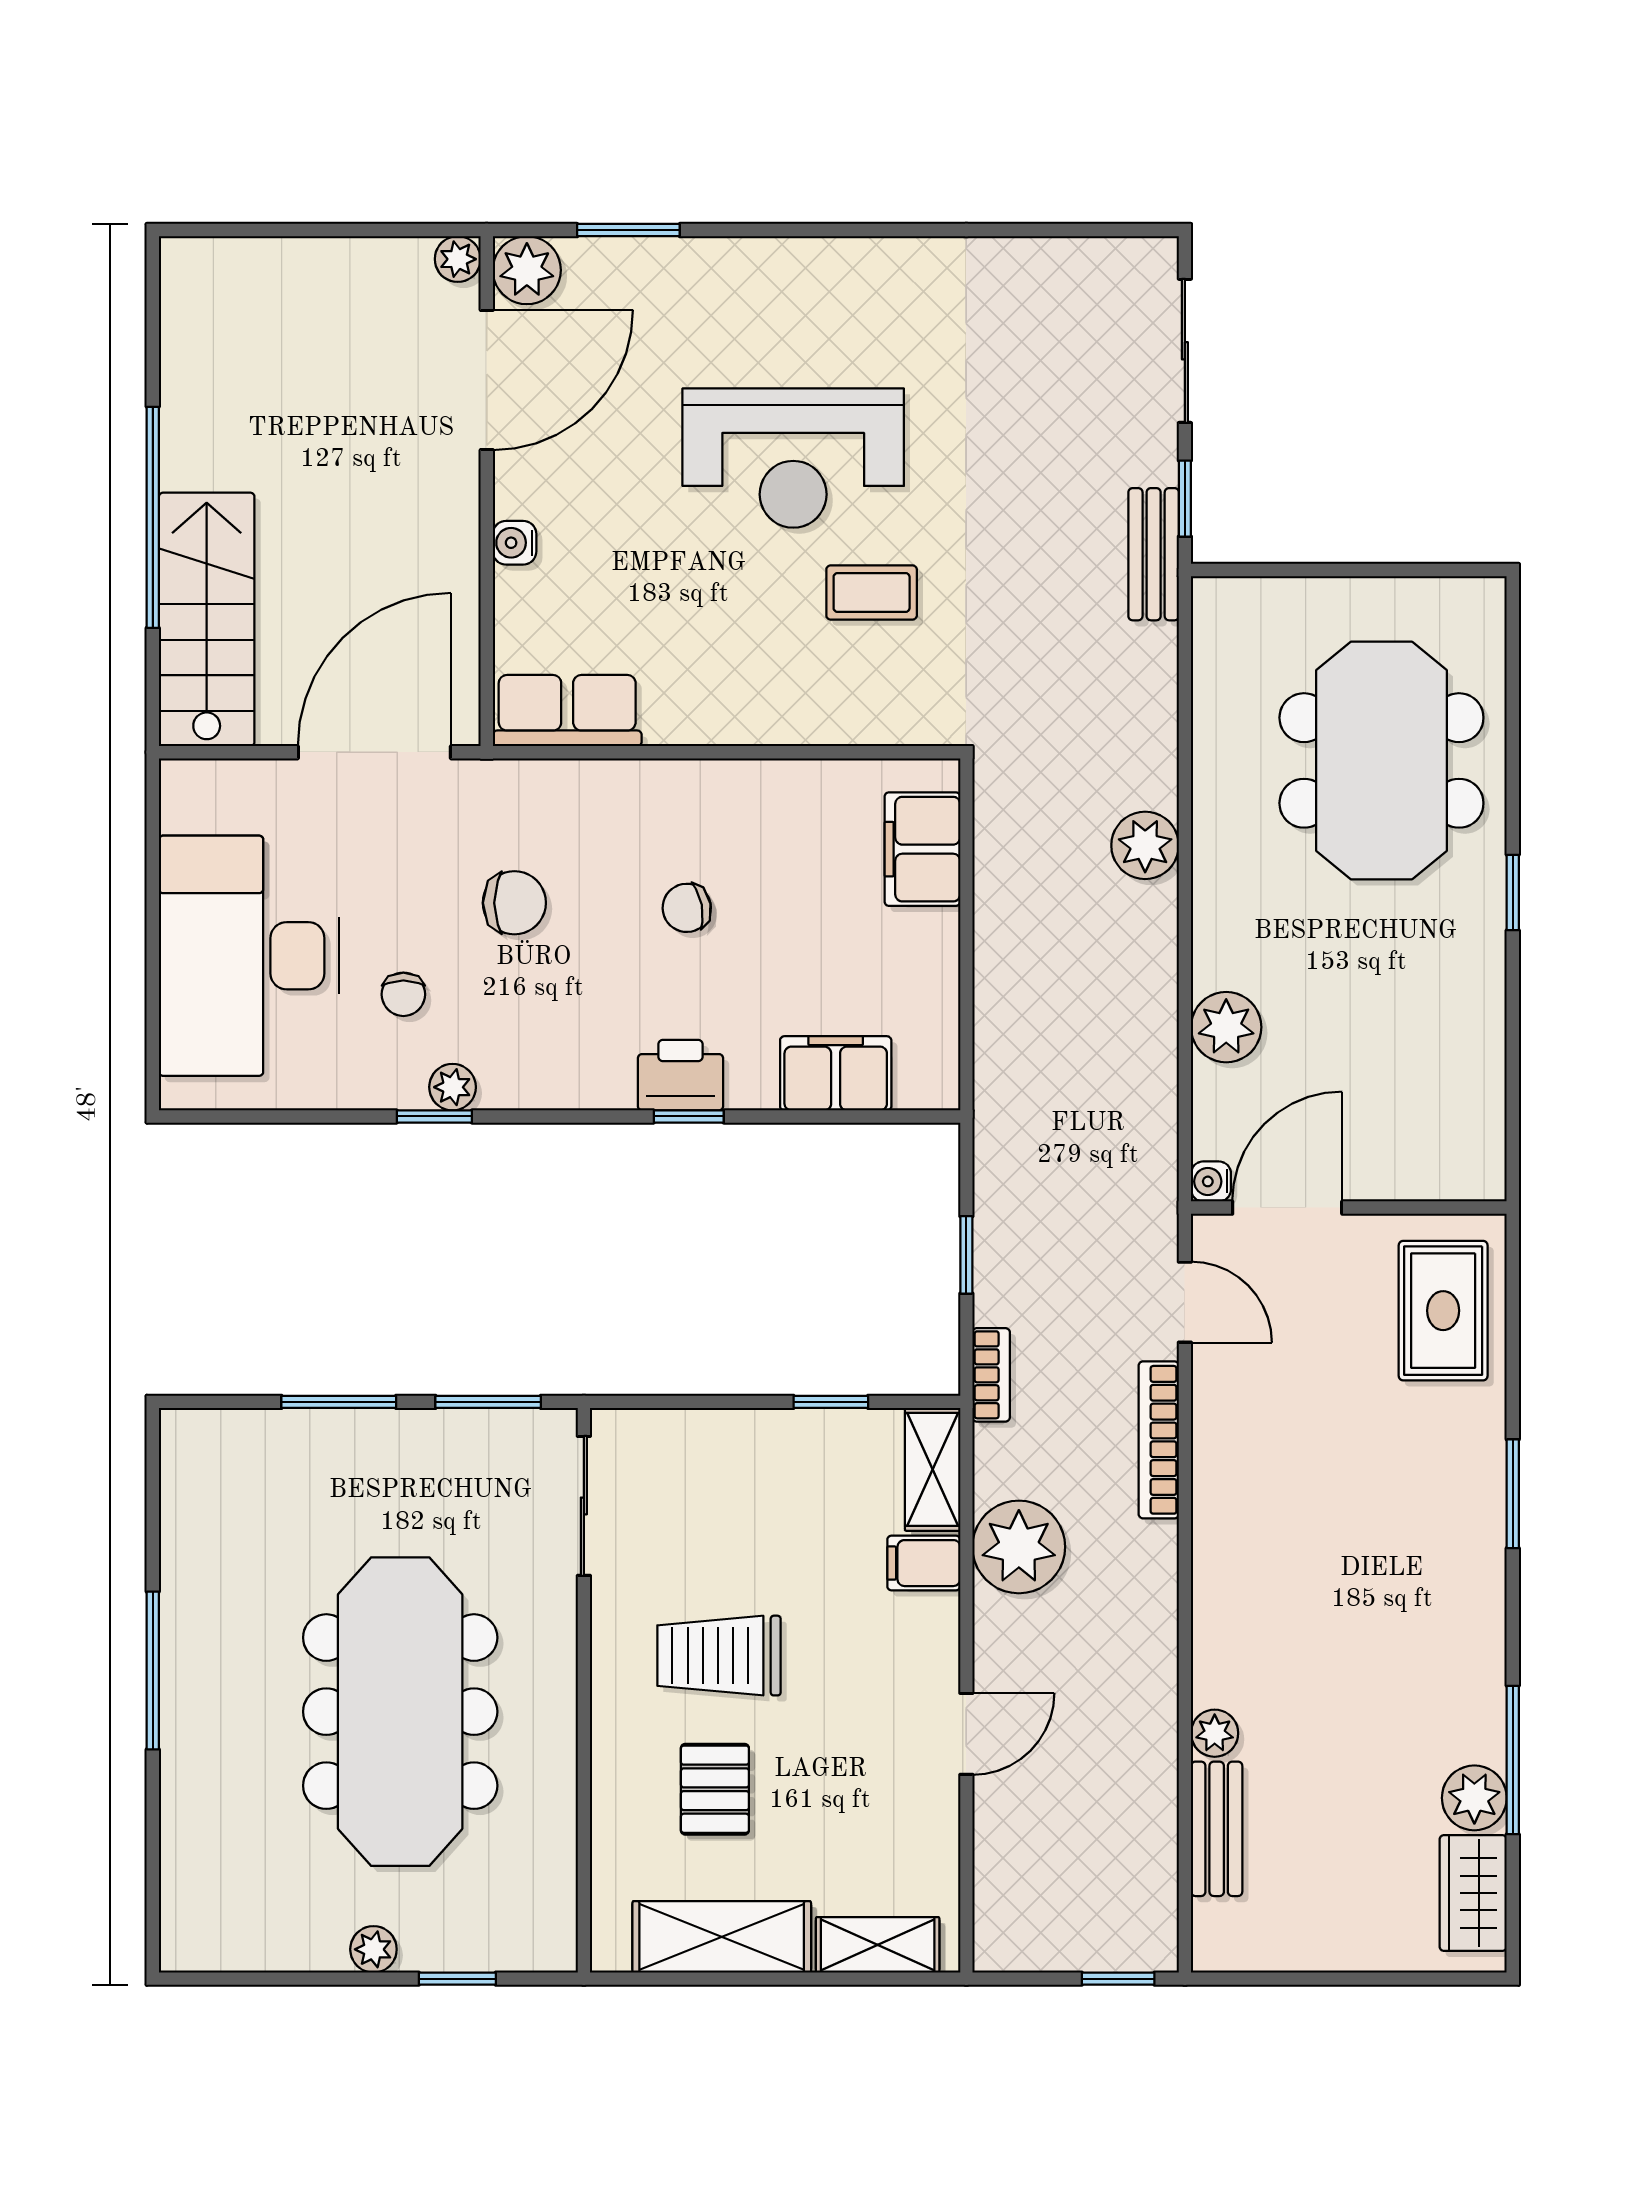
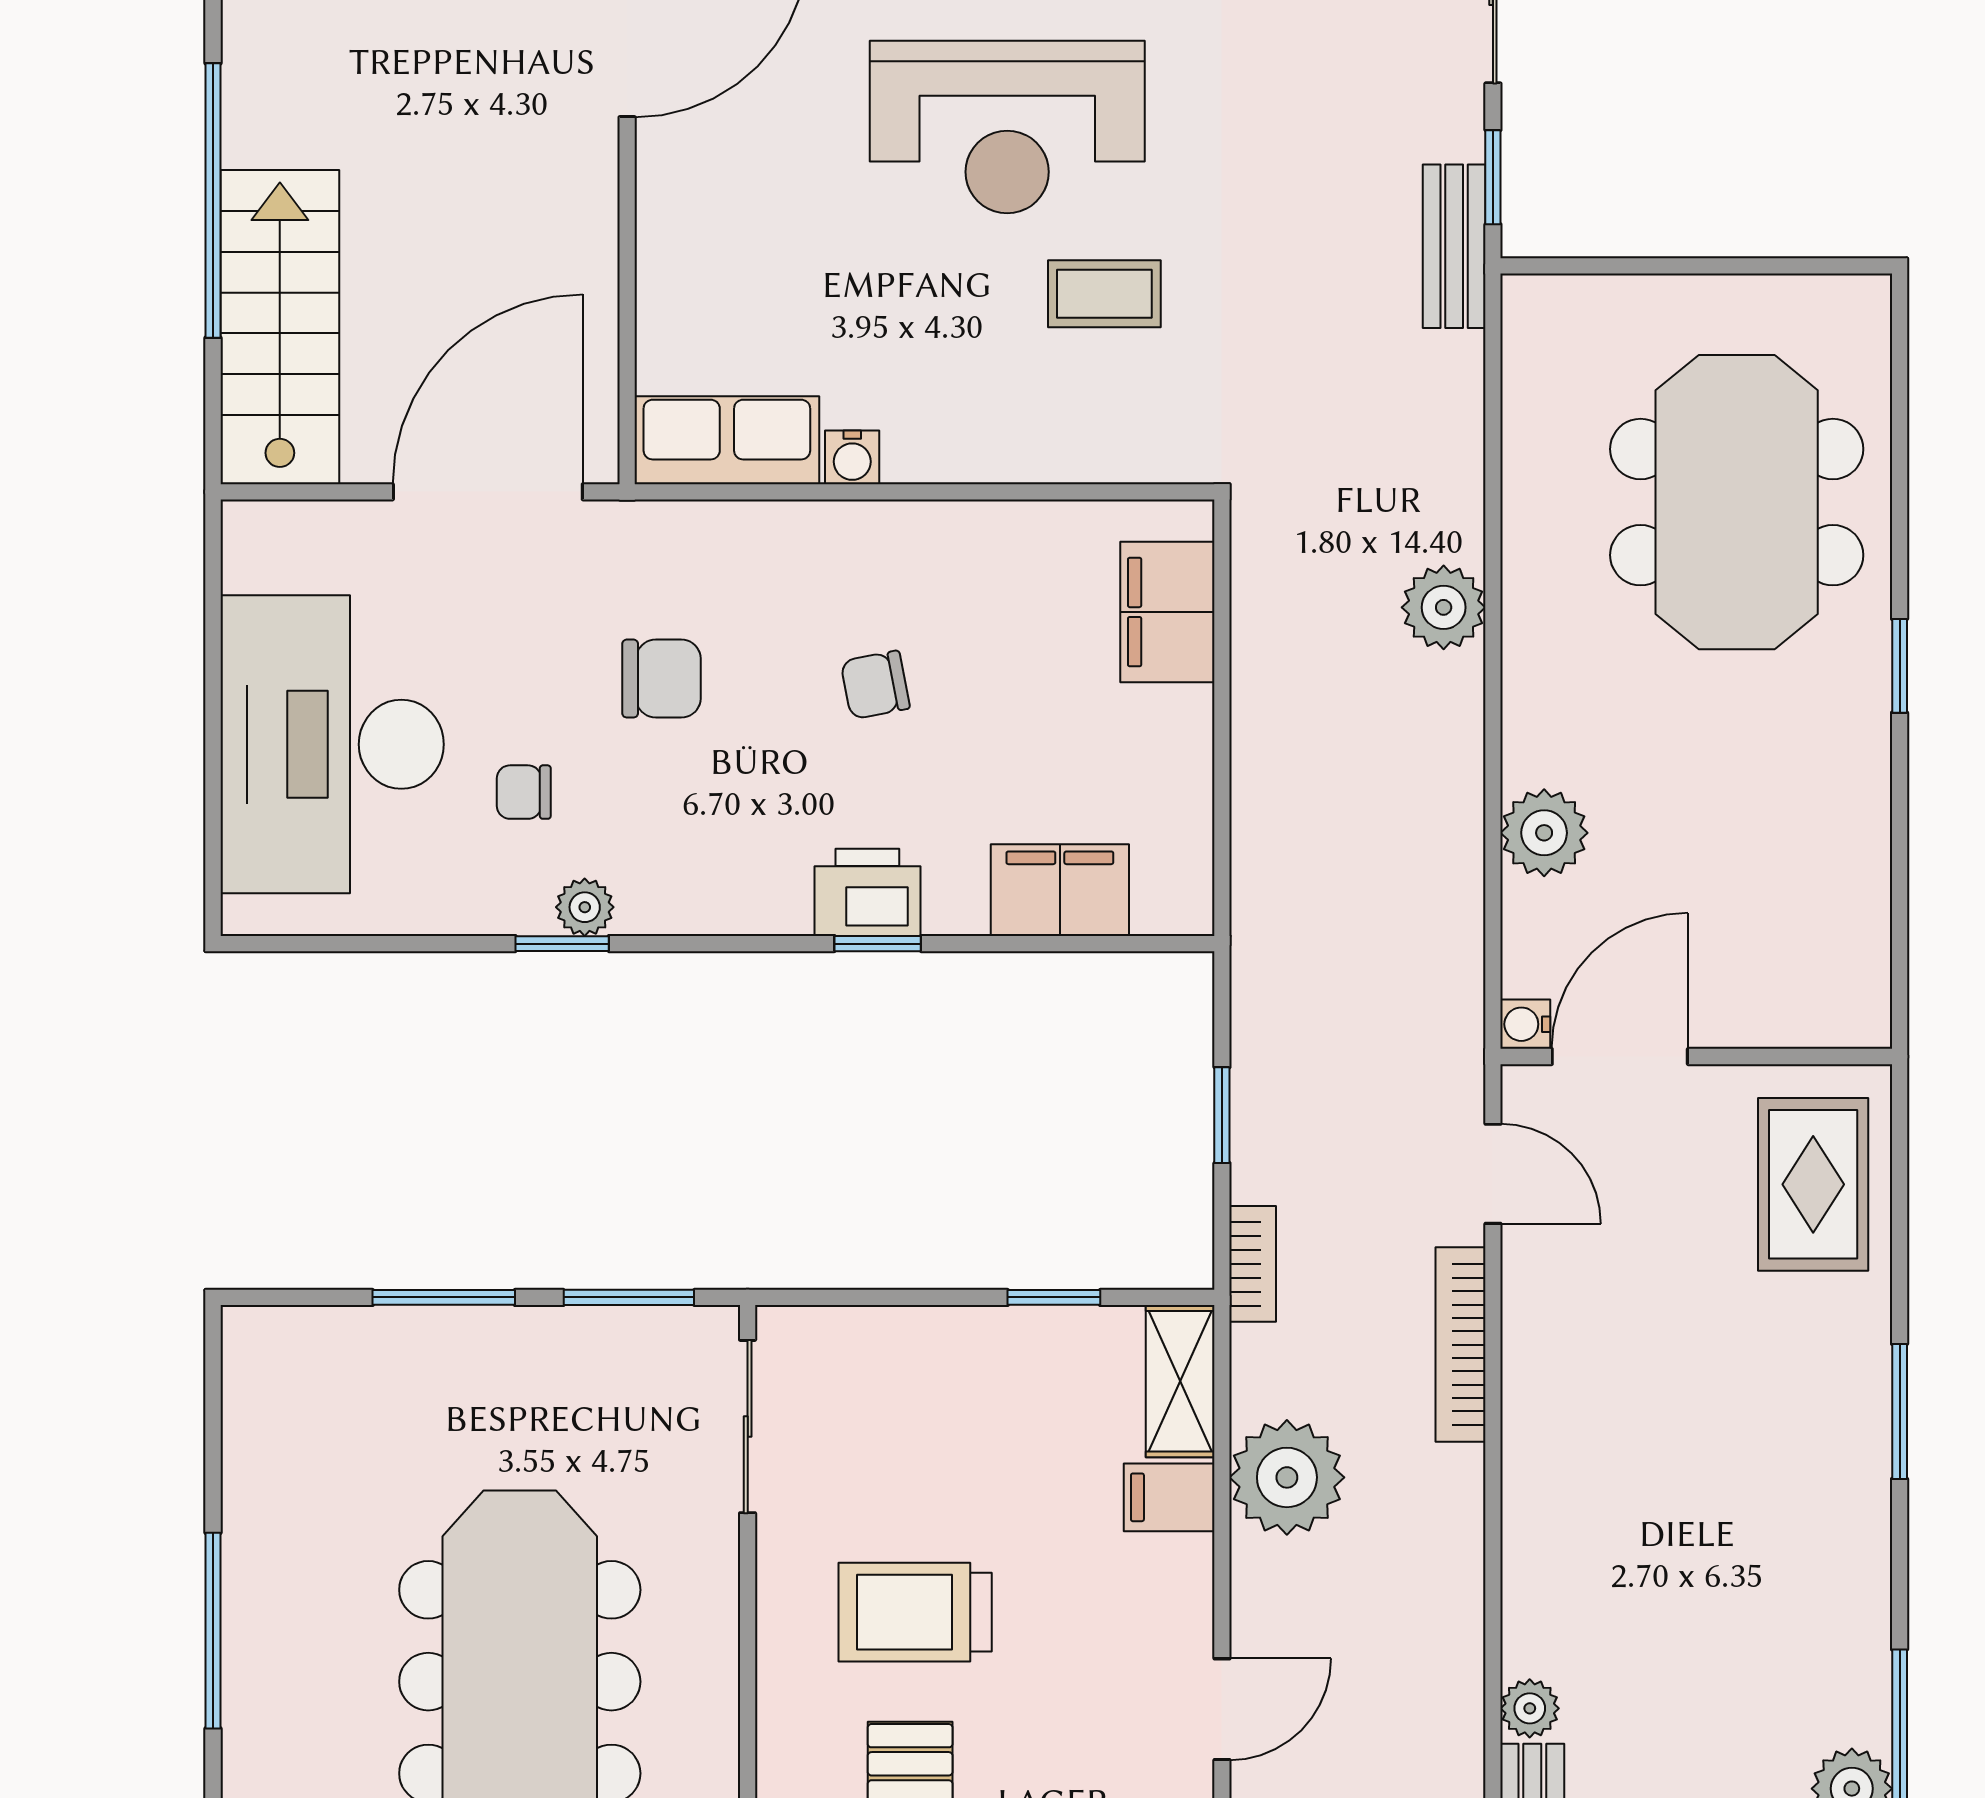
water cooler: (515, 543) -> (852, 457), moved, turned -90
chair: (403, 994) -> (524, 792), turned 90

